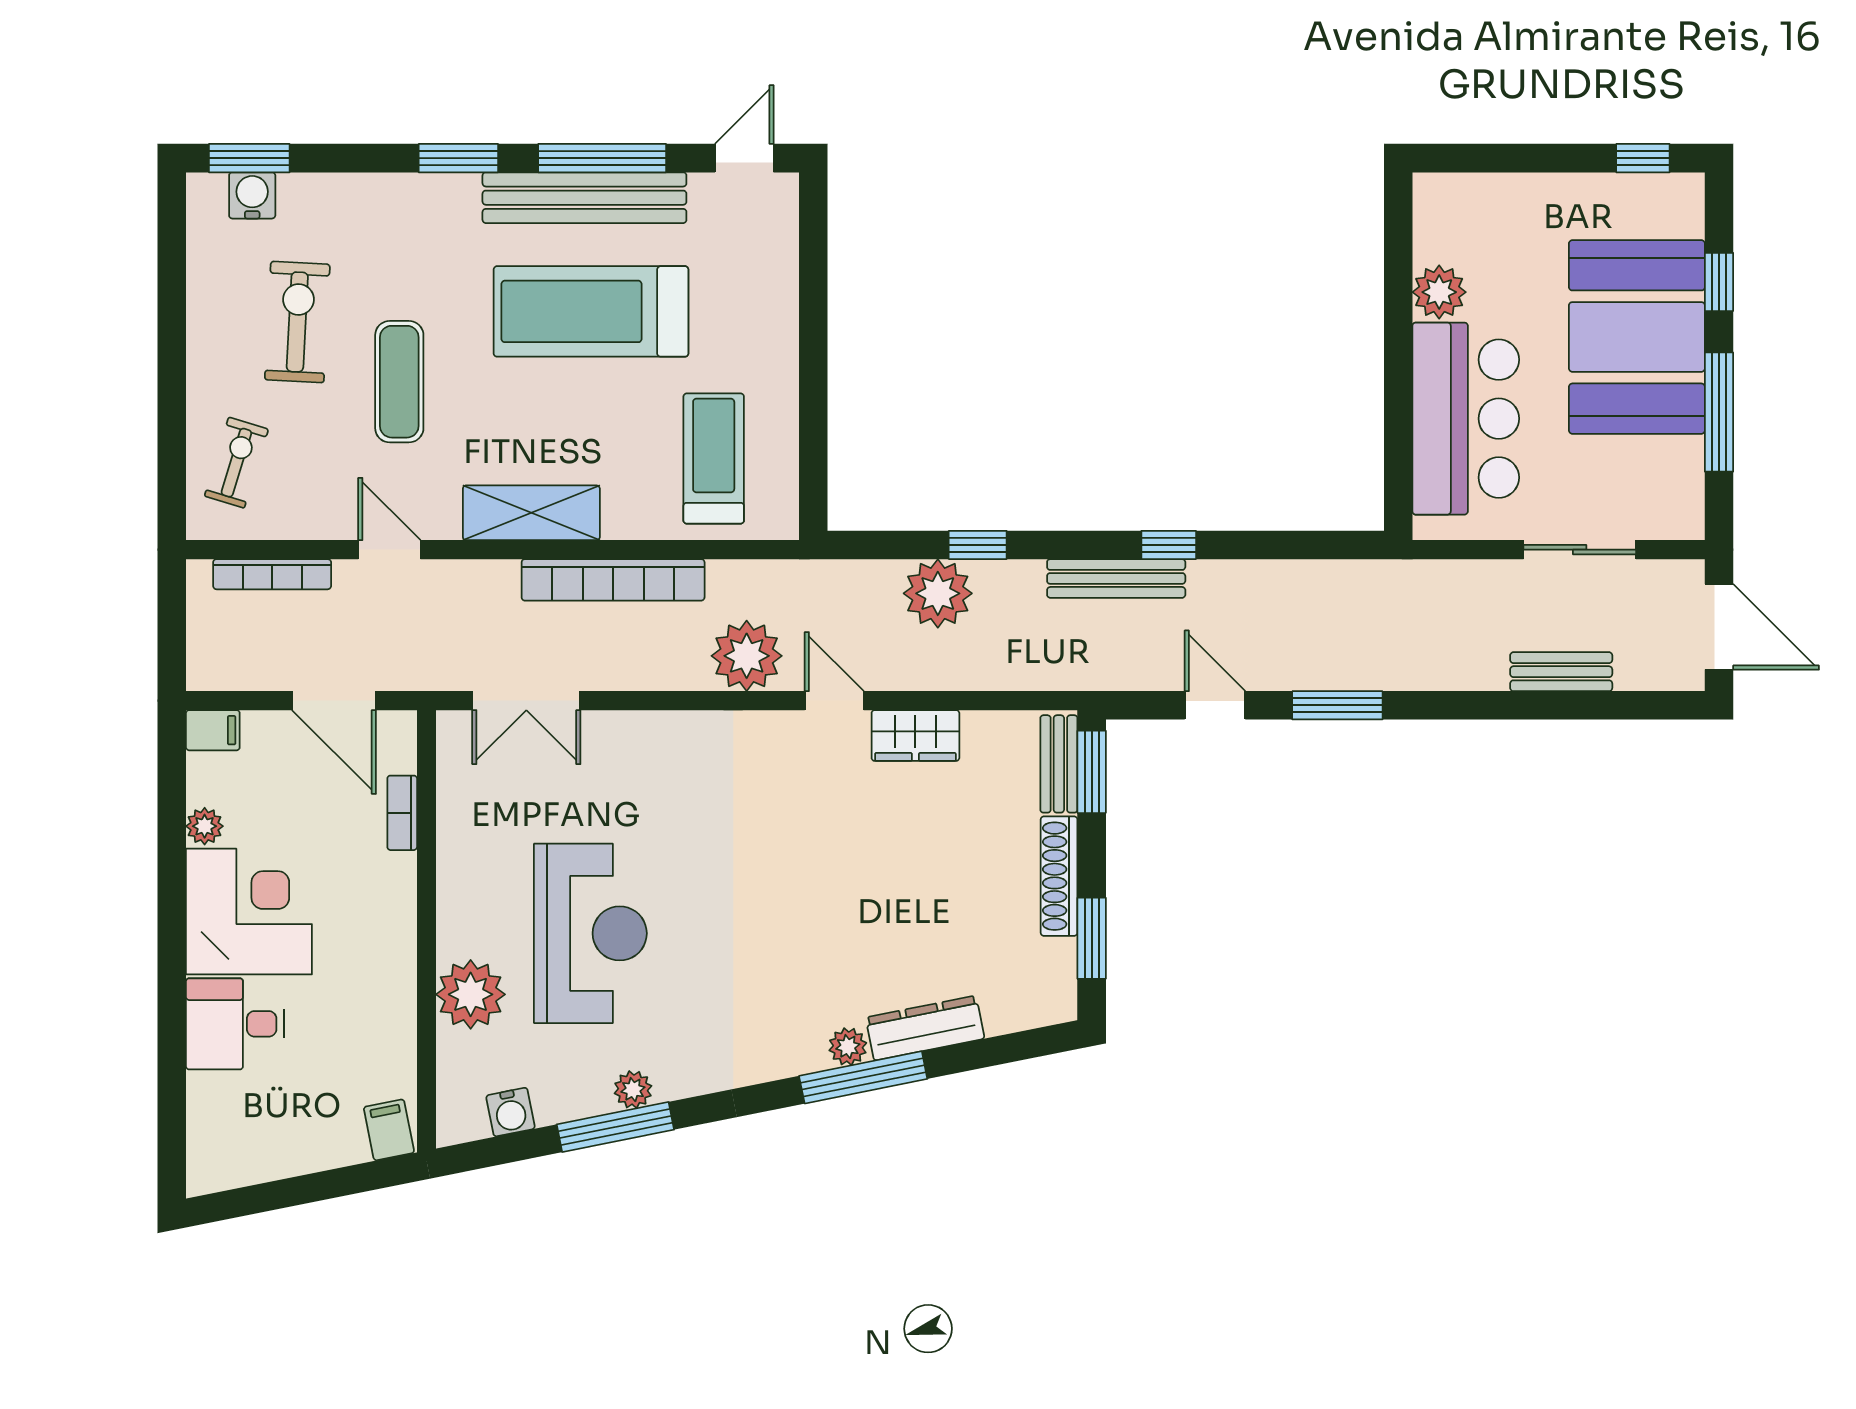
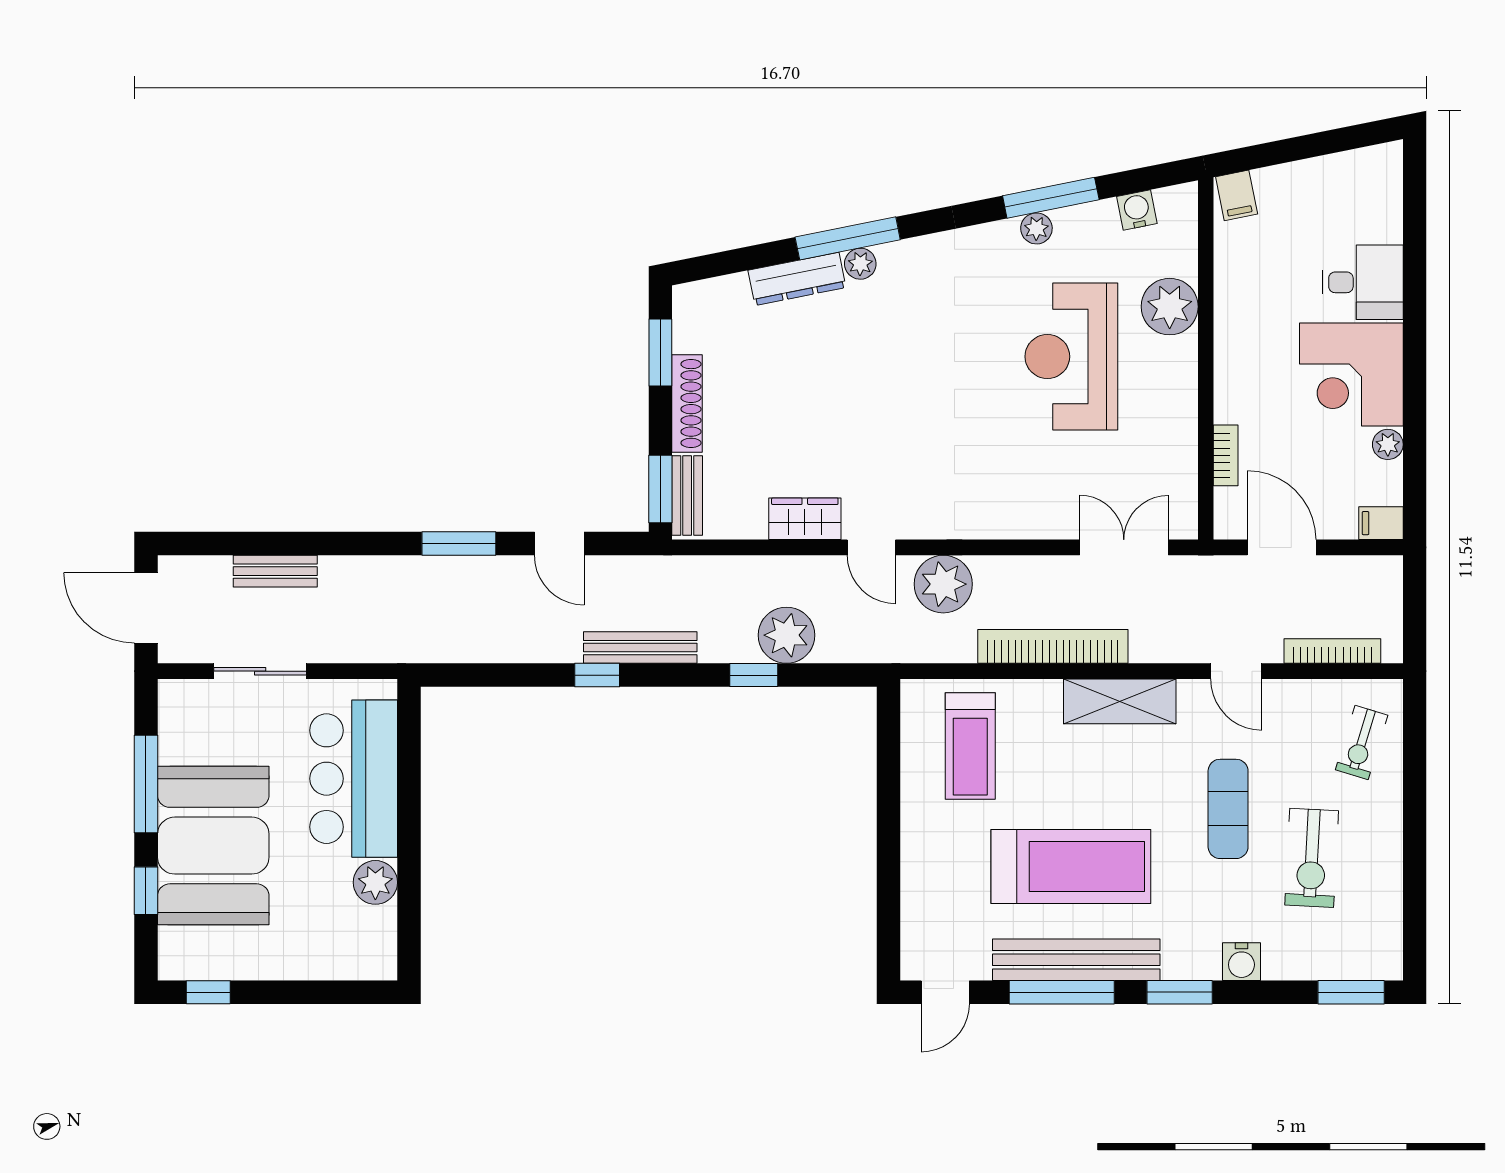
water cooler: (252, 195) -> (1241, 962), moved

